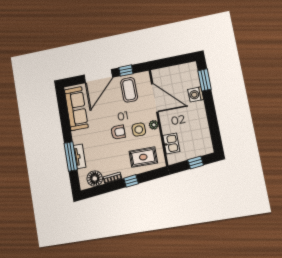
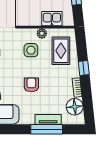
plant: (154, 125) -> (42, 33), moved
armchair: (118, 132) -> (31, 85), moved

